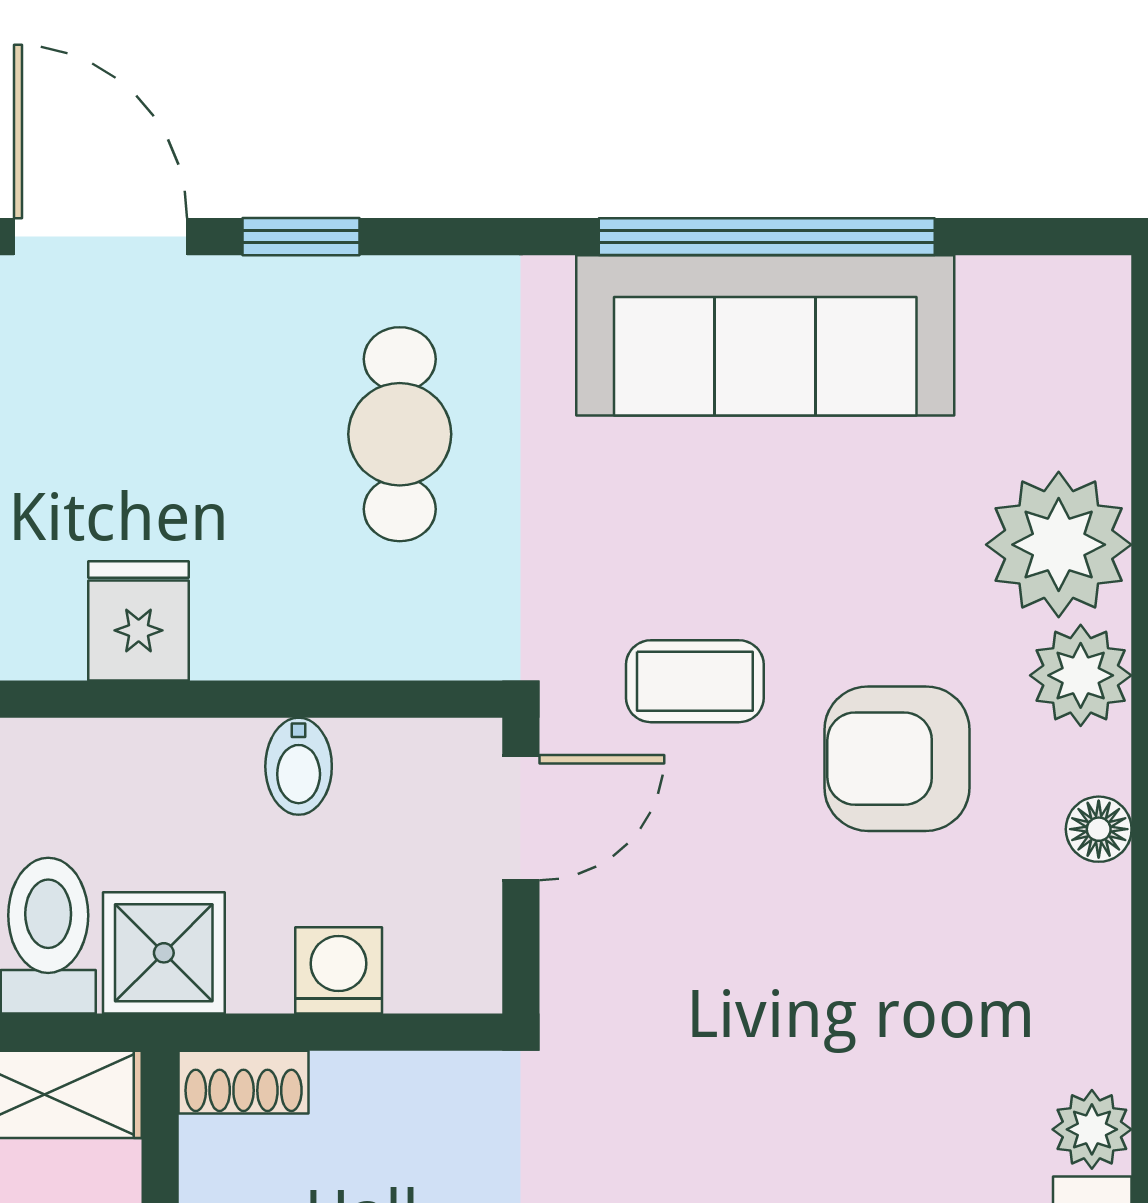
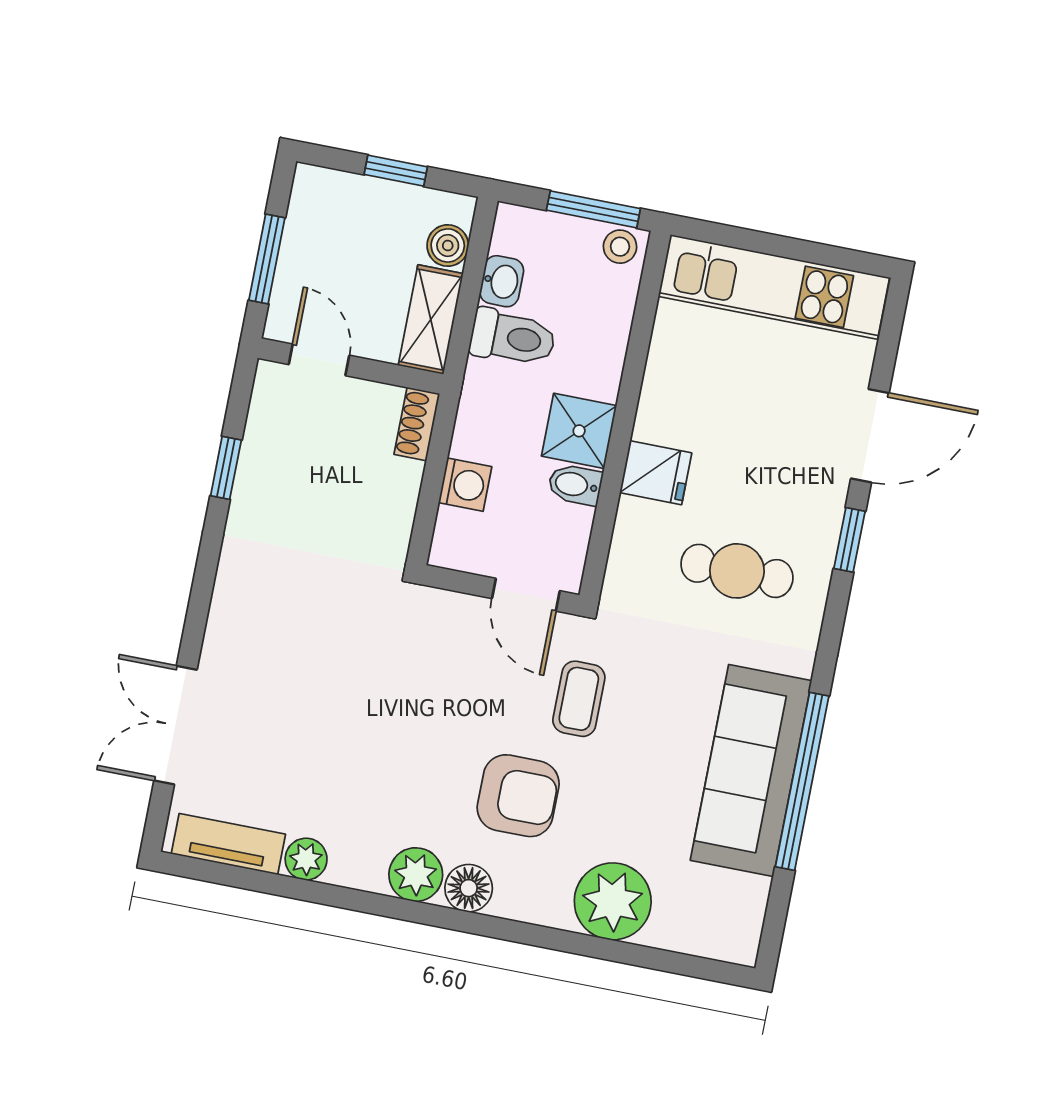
fridge: (139, 621) -> (656, 473), moved
plant: (1081, 675) -> (416, 875), moved
armchair: (897, 759) -> (518, 796), turned 90
floor lamp: (1099, 829) -> (469, 888), width x1.37, depth x1.37
shower: (164, 953) -> (579, 431), moved

